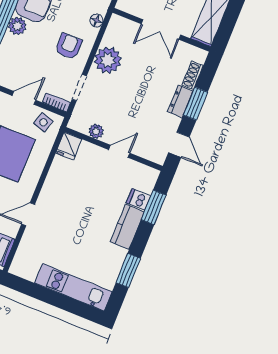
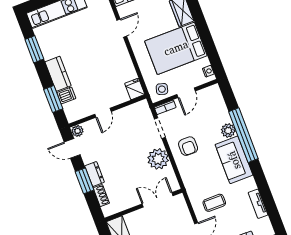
floor lamp: (97, 21) -> (186, 176), removed
double door: (161, 29) -> (158, 200), moved
plant: (96, 131) -> (77, 131), moved

